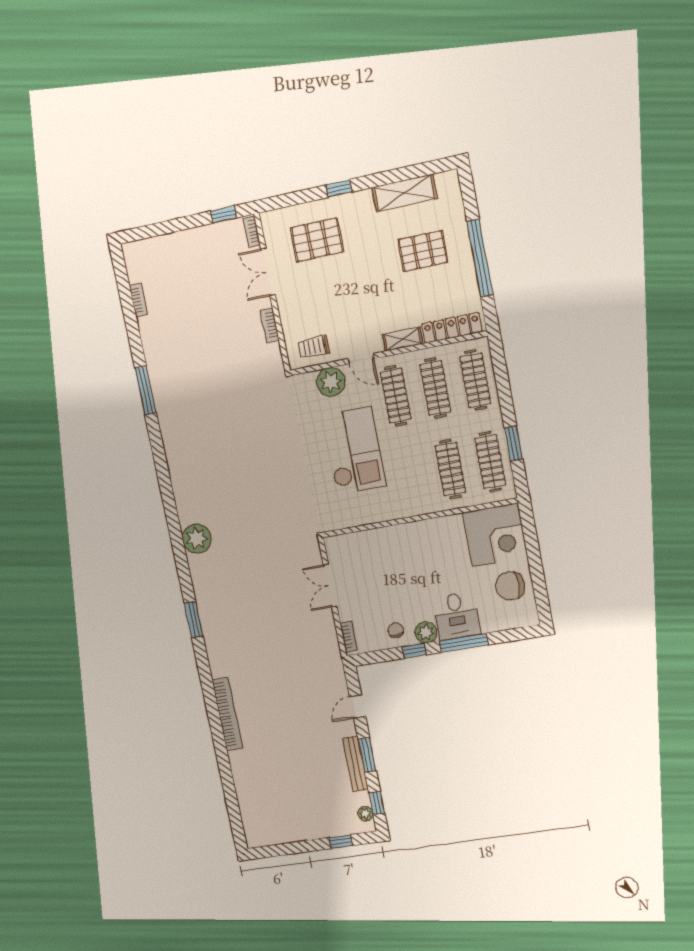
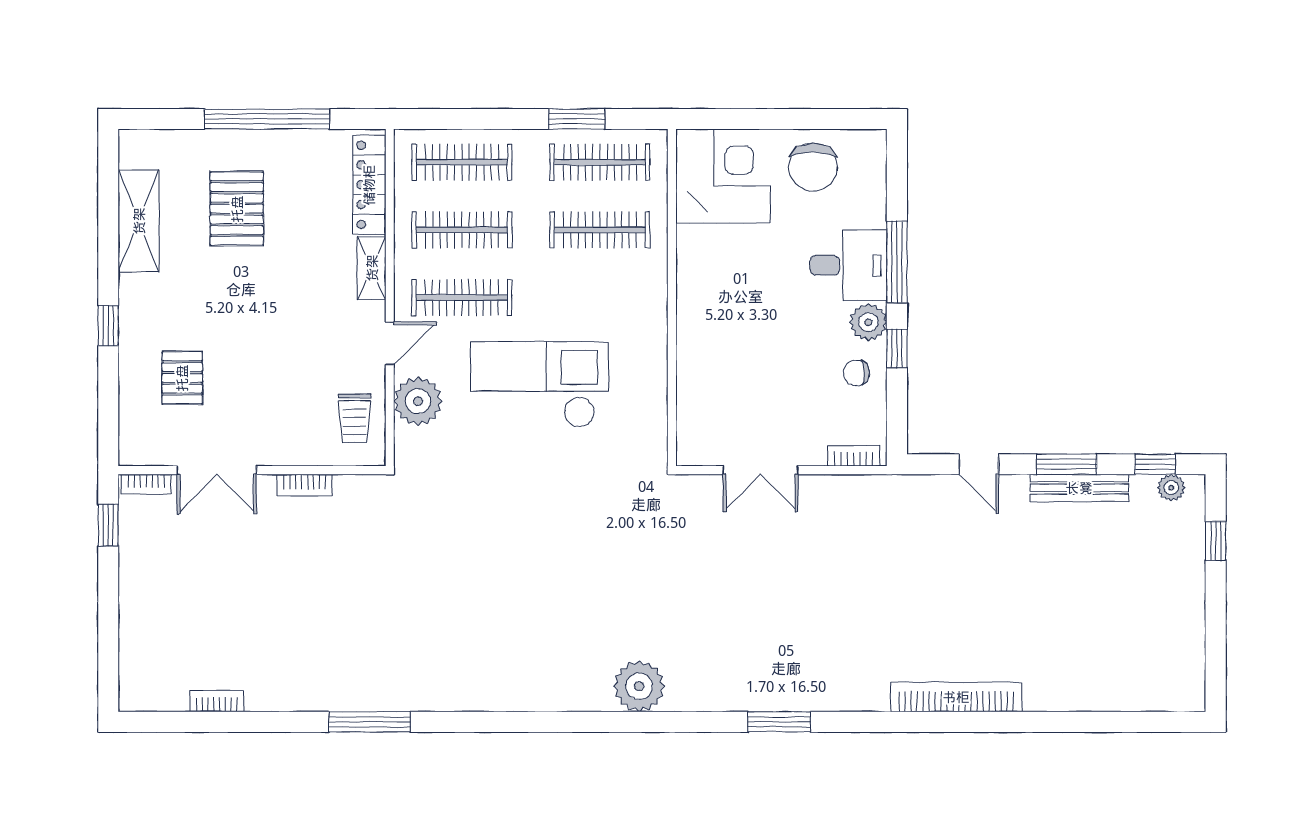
pallet: (317, 240) -> (182, 378), width x0.67, depth x0.71

